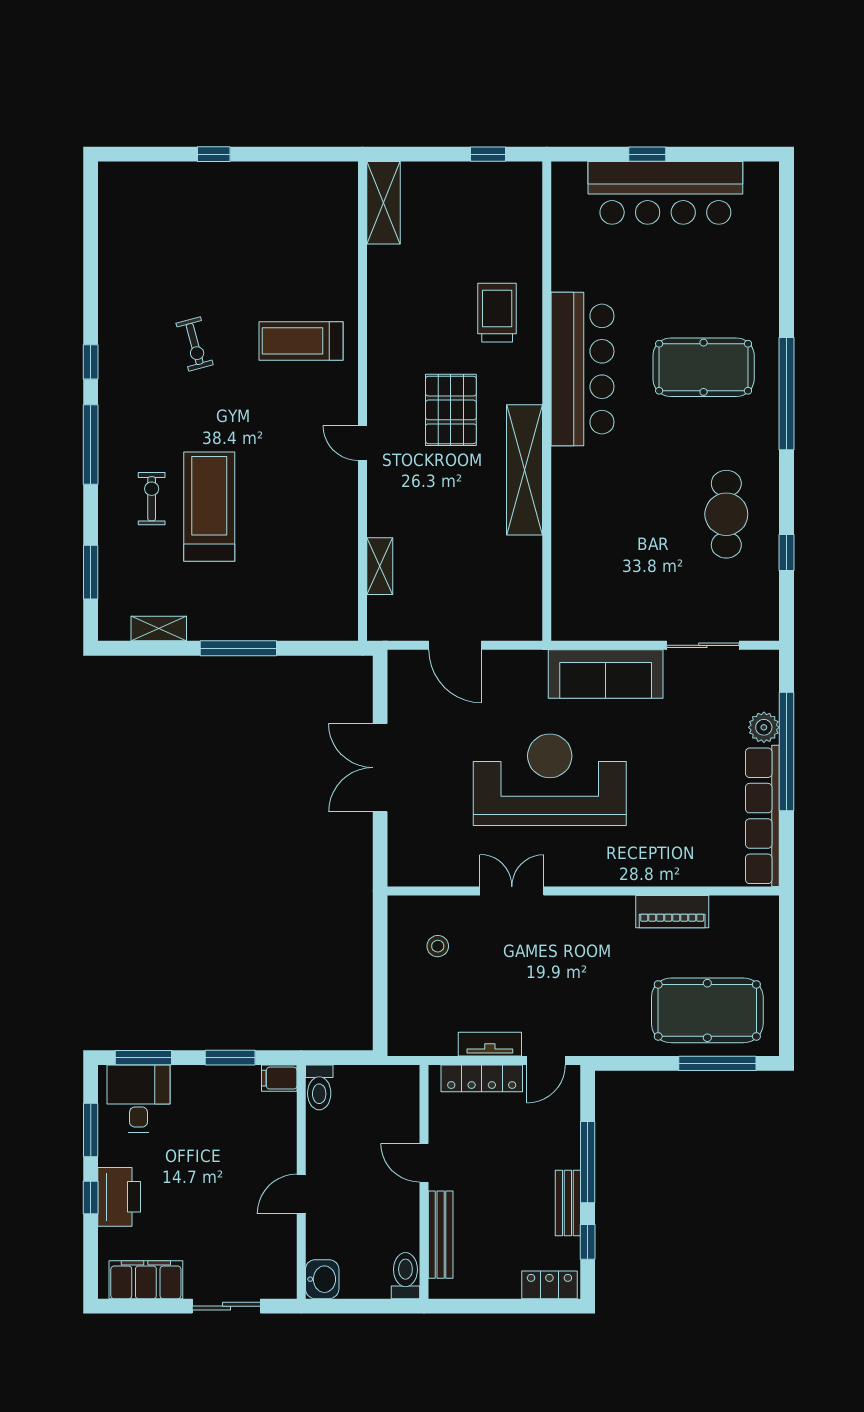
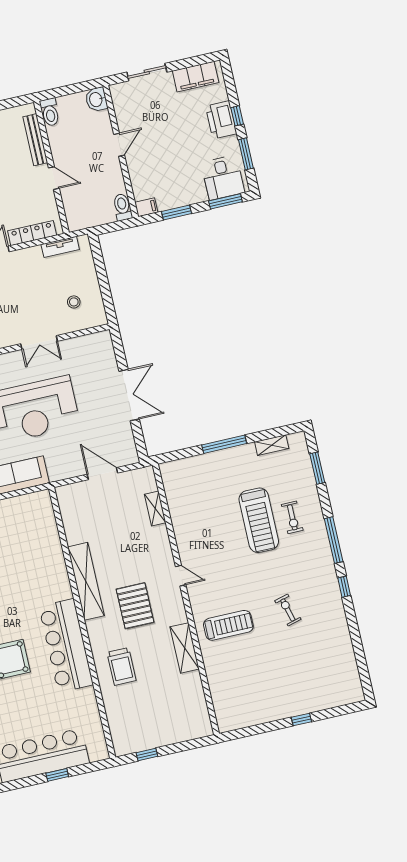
shelving: (383, 203) -> (185, 648), moved
tv unit: (490, 1044) -> (60, 247), moved

